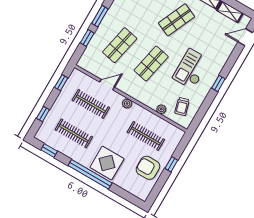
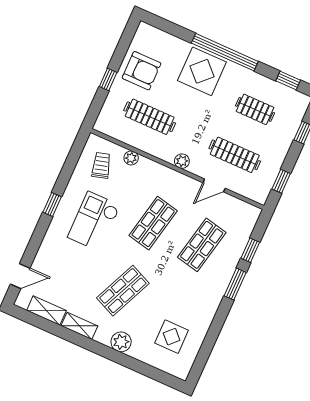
checkout: (191, 69) -> (94, 221), turned 180
clothes rail: (74, 133) -> (255, 109), width x0.73

